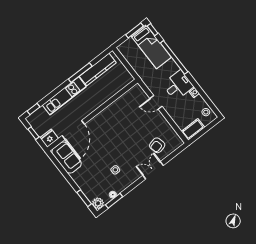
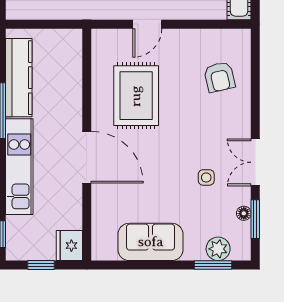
rug: (126, 119) -> (136, 96), added
door: (73, 130) -> (87, 157), moved
sofa: (67, 158) -> (151, 242), moved
double door: (153, 170) -> (255, 162), moved
plant: (98, 203) -> (218, 249), moved

